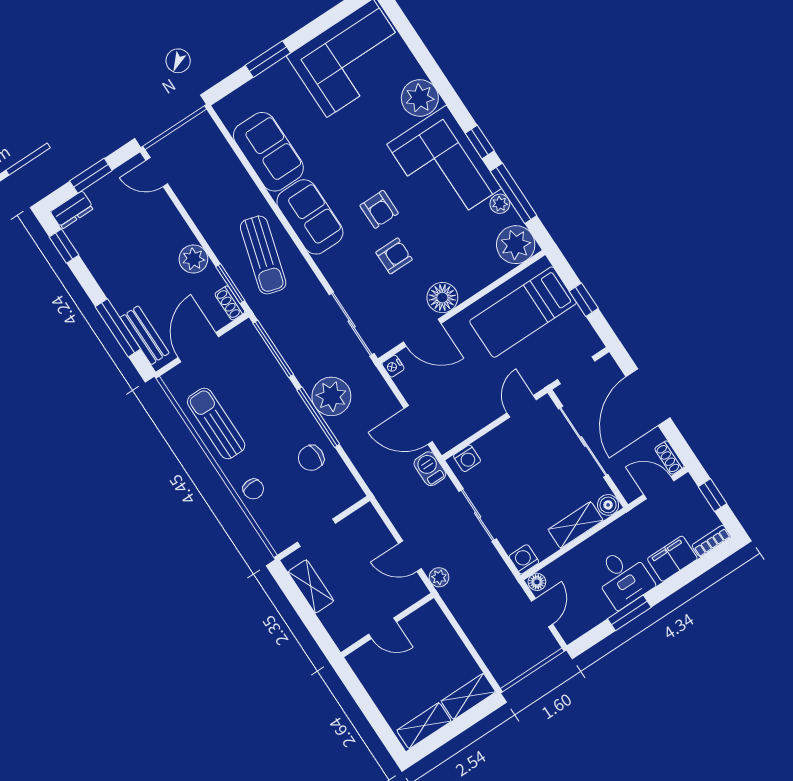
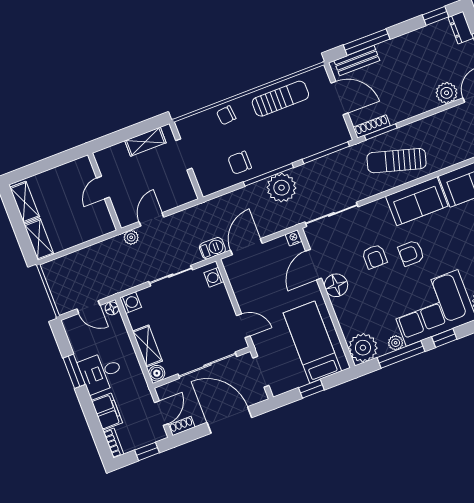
plant: (193, 259) -> (447, 93), moved
shoe rack: (230, 303) -> (372, 126), width x1.43
chair: (311, 458) -> (240, 163), turned -90

